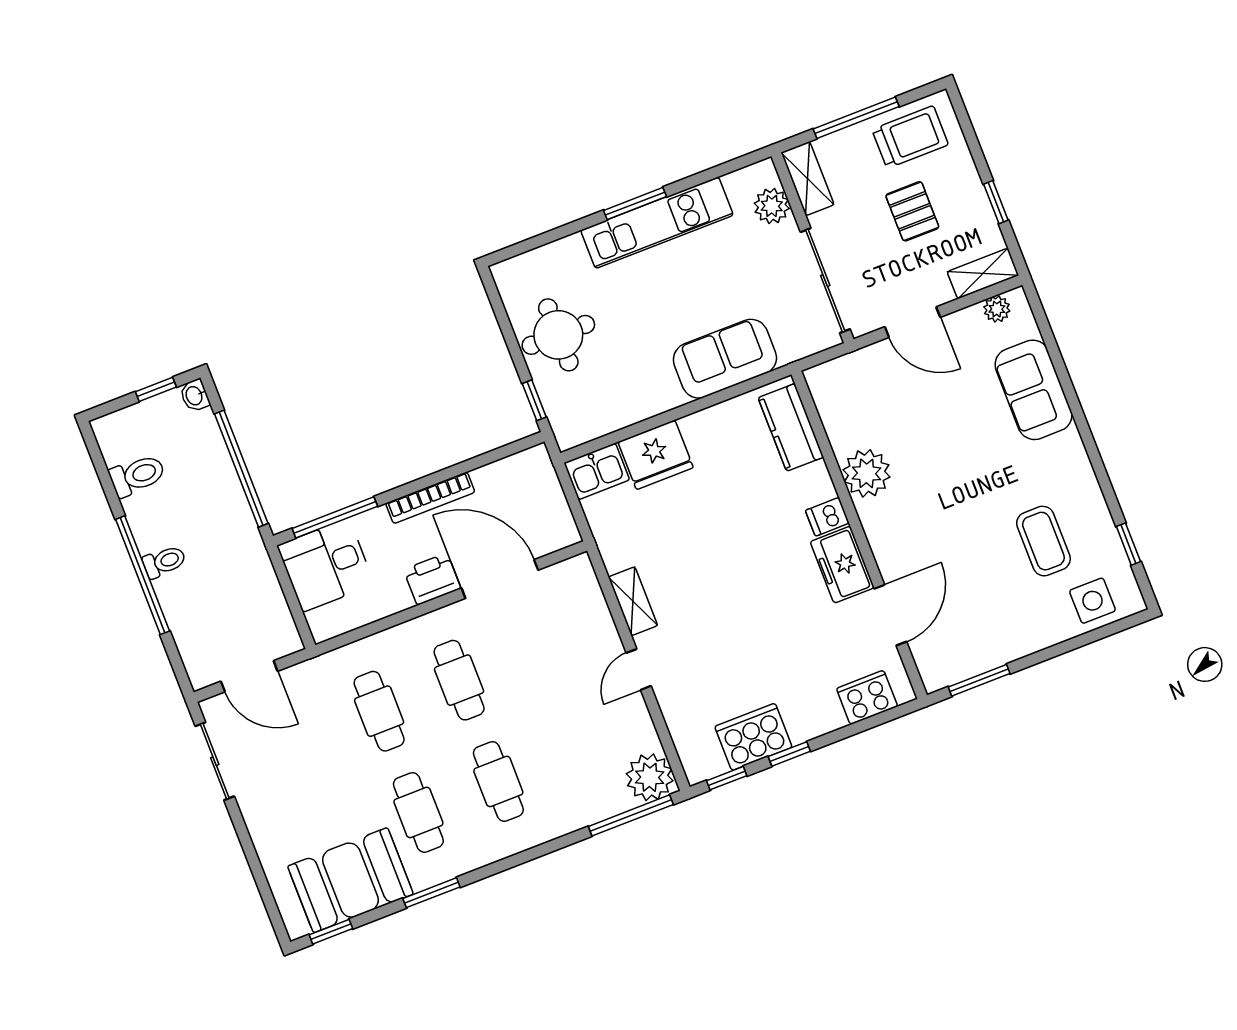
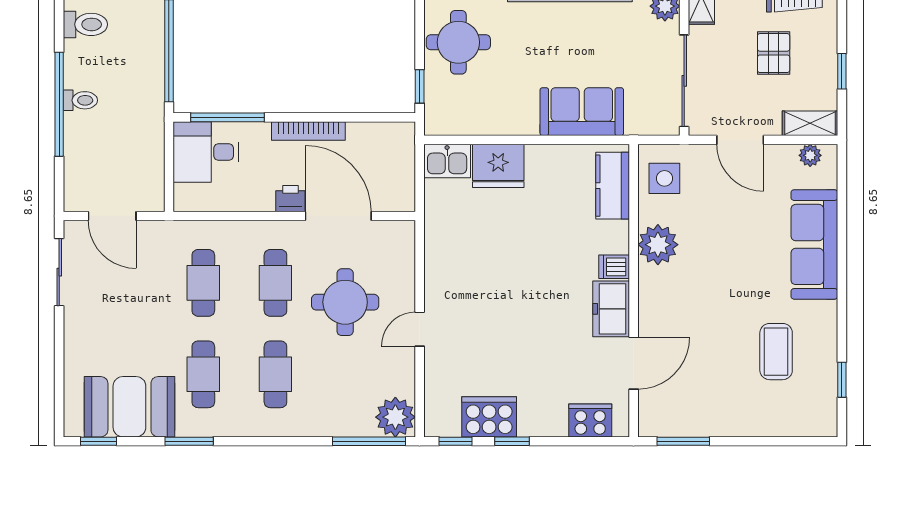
sofa: (1034, 390) -> (814, 244), width x1.36
printer: (432, 579) -> (290, 199), width x0.73, depth x0.81
shelving: (633, 601) -> (436, 274), removed
side table: (1092, 601) -> (664, 178), moved
round table: (545, 672) -> (345, 302), added

